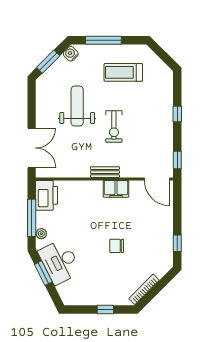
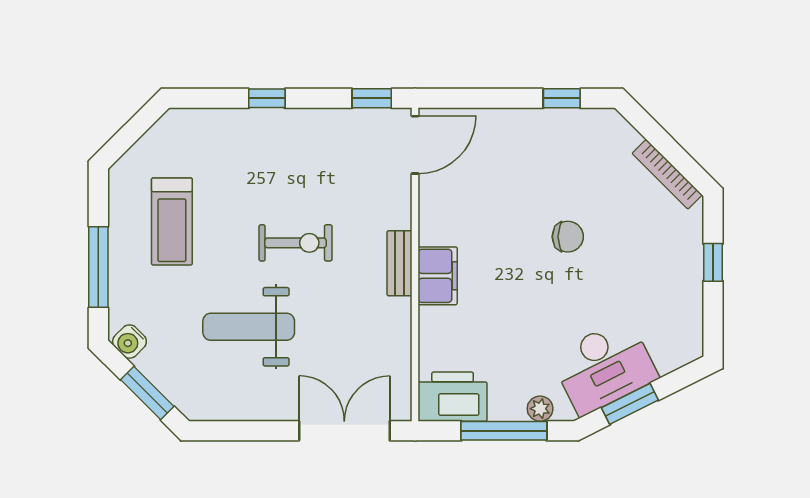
filing cabinet: (116, 189) -> (438, 276), moved
chair: (117, 246) -> (568, 237), turned -90

